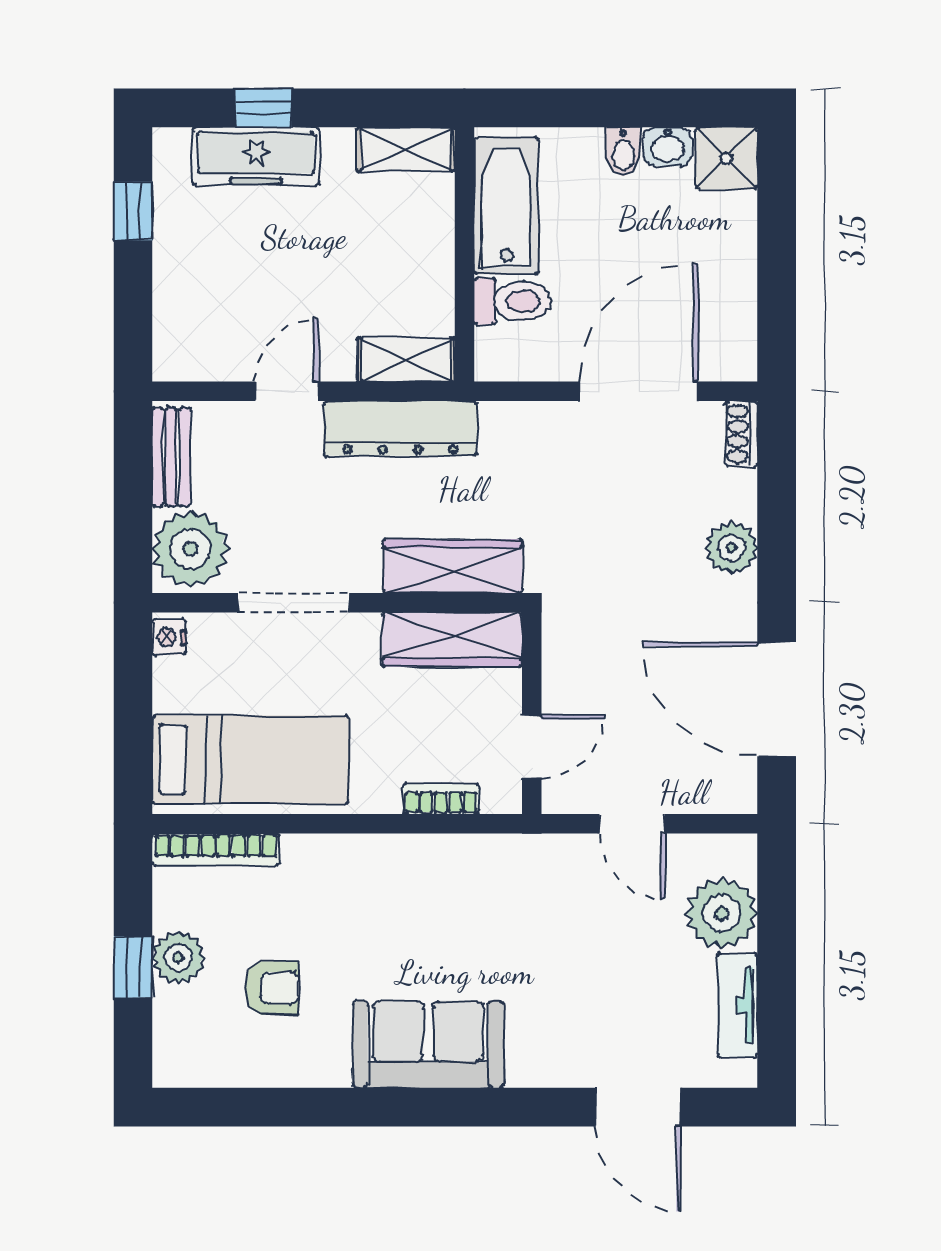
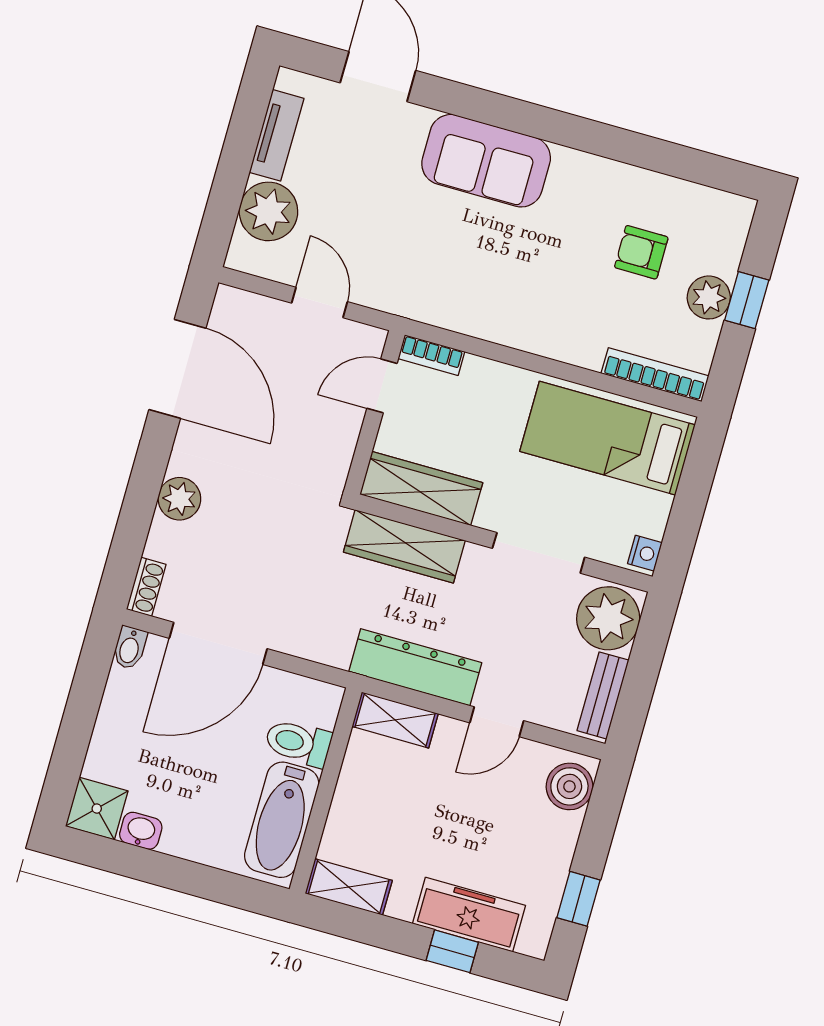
bidet: (623, 152) -> (130, 648), moved, turned 180
boiler: (181, 340) -> (569, 786), added
bookcase: (441, 799) -> (431, 355), moved
sofa: (428, 1044) -> (486, 161), moved

